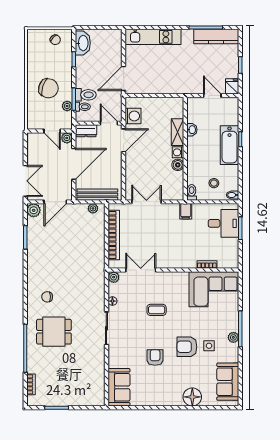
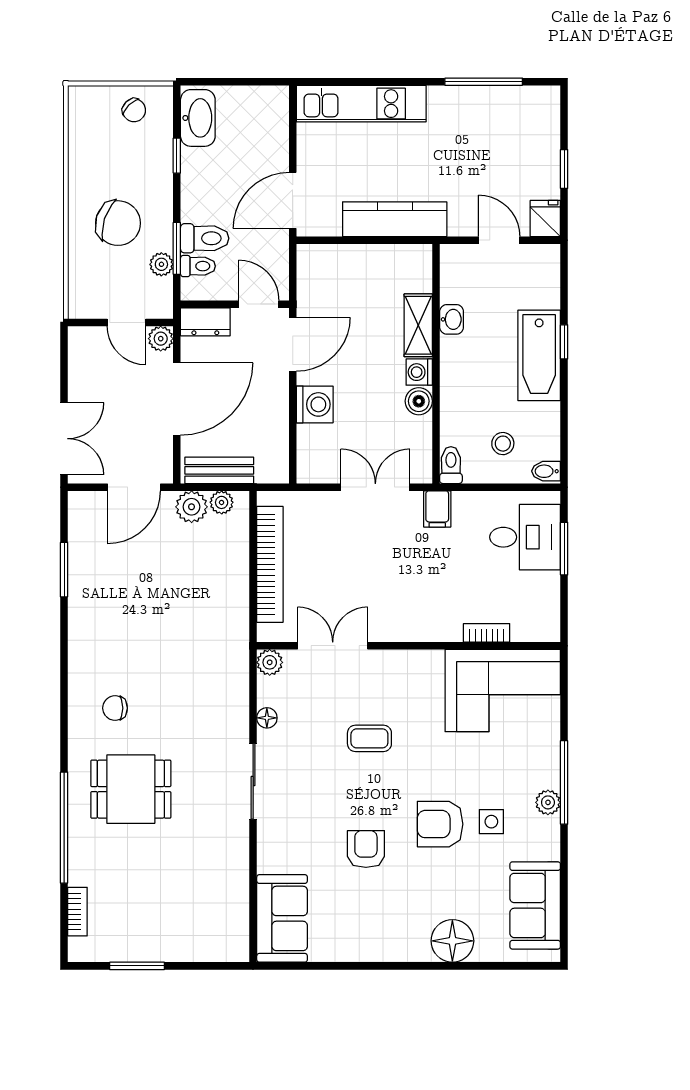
kitchen counter: (216, 36) -> (395, 219), moved, turned 180
washing machine: (133, 116) -> (315, 404), moved
bench: (97, 195) -> (219, 470), width x0.73
double door: (146, 202) -> (375, 487), moved
plant: (34, 210) -> (192, 507), moved

